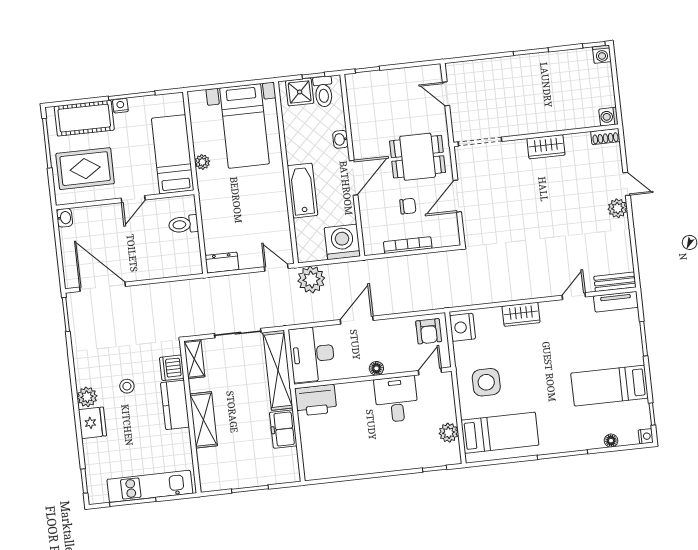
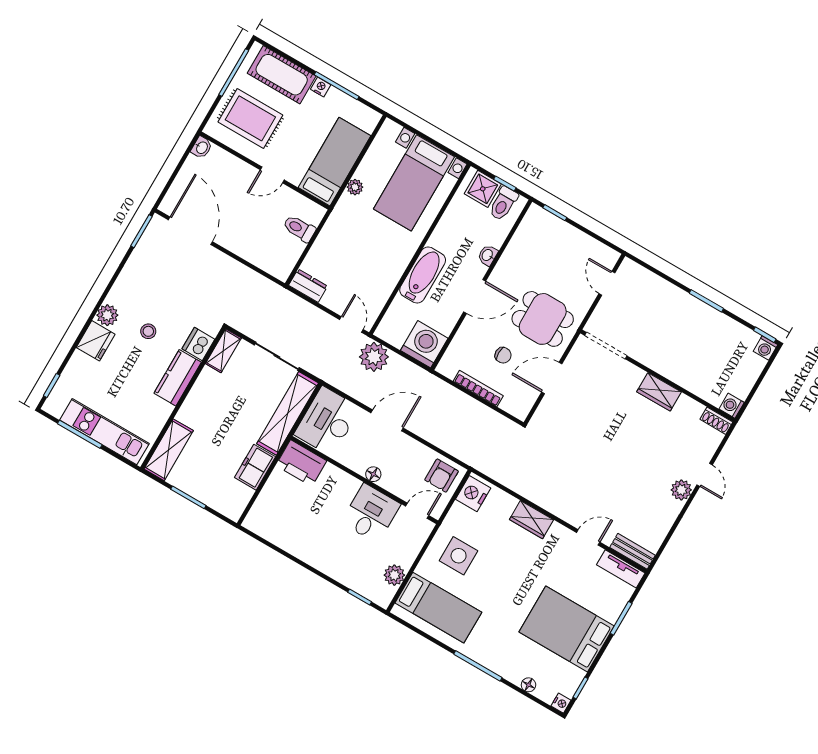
bed: (610, 386) -> (567, 629), width x1.50
shelving: (204, 420) -> (169, 450), moved

